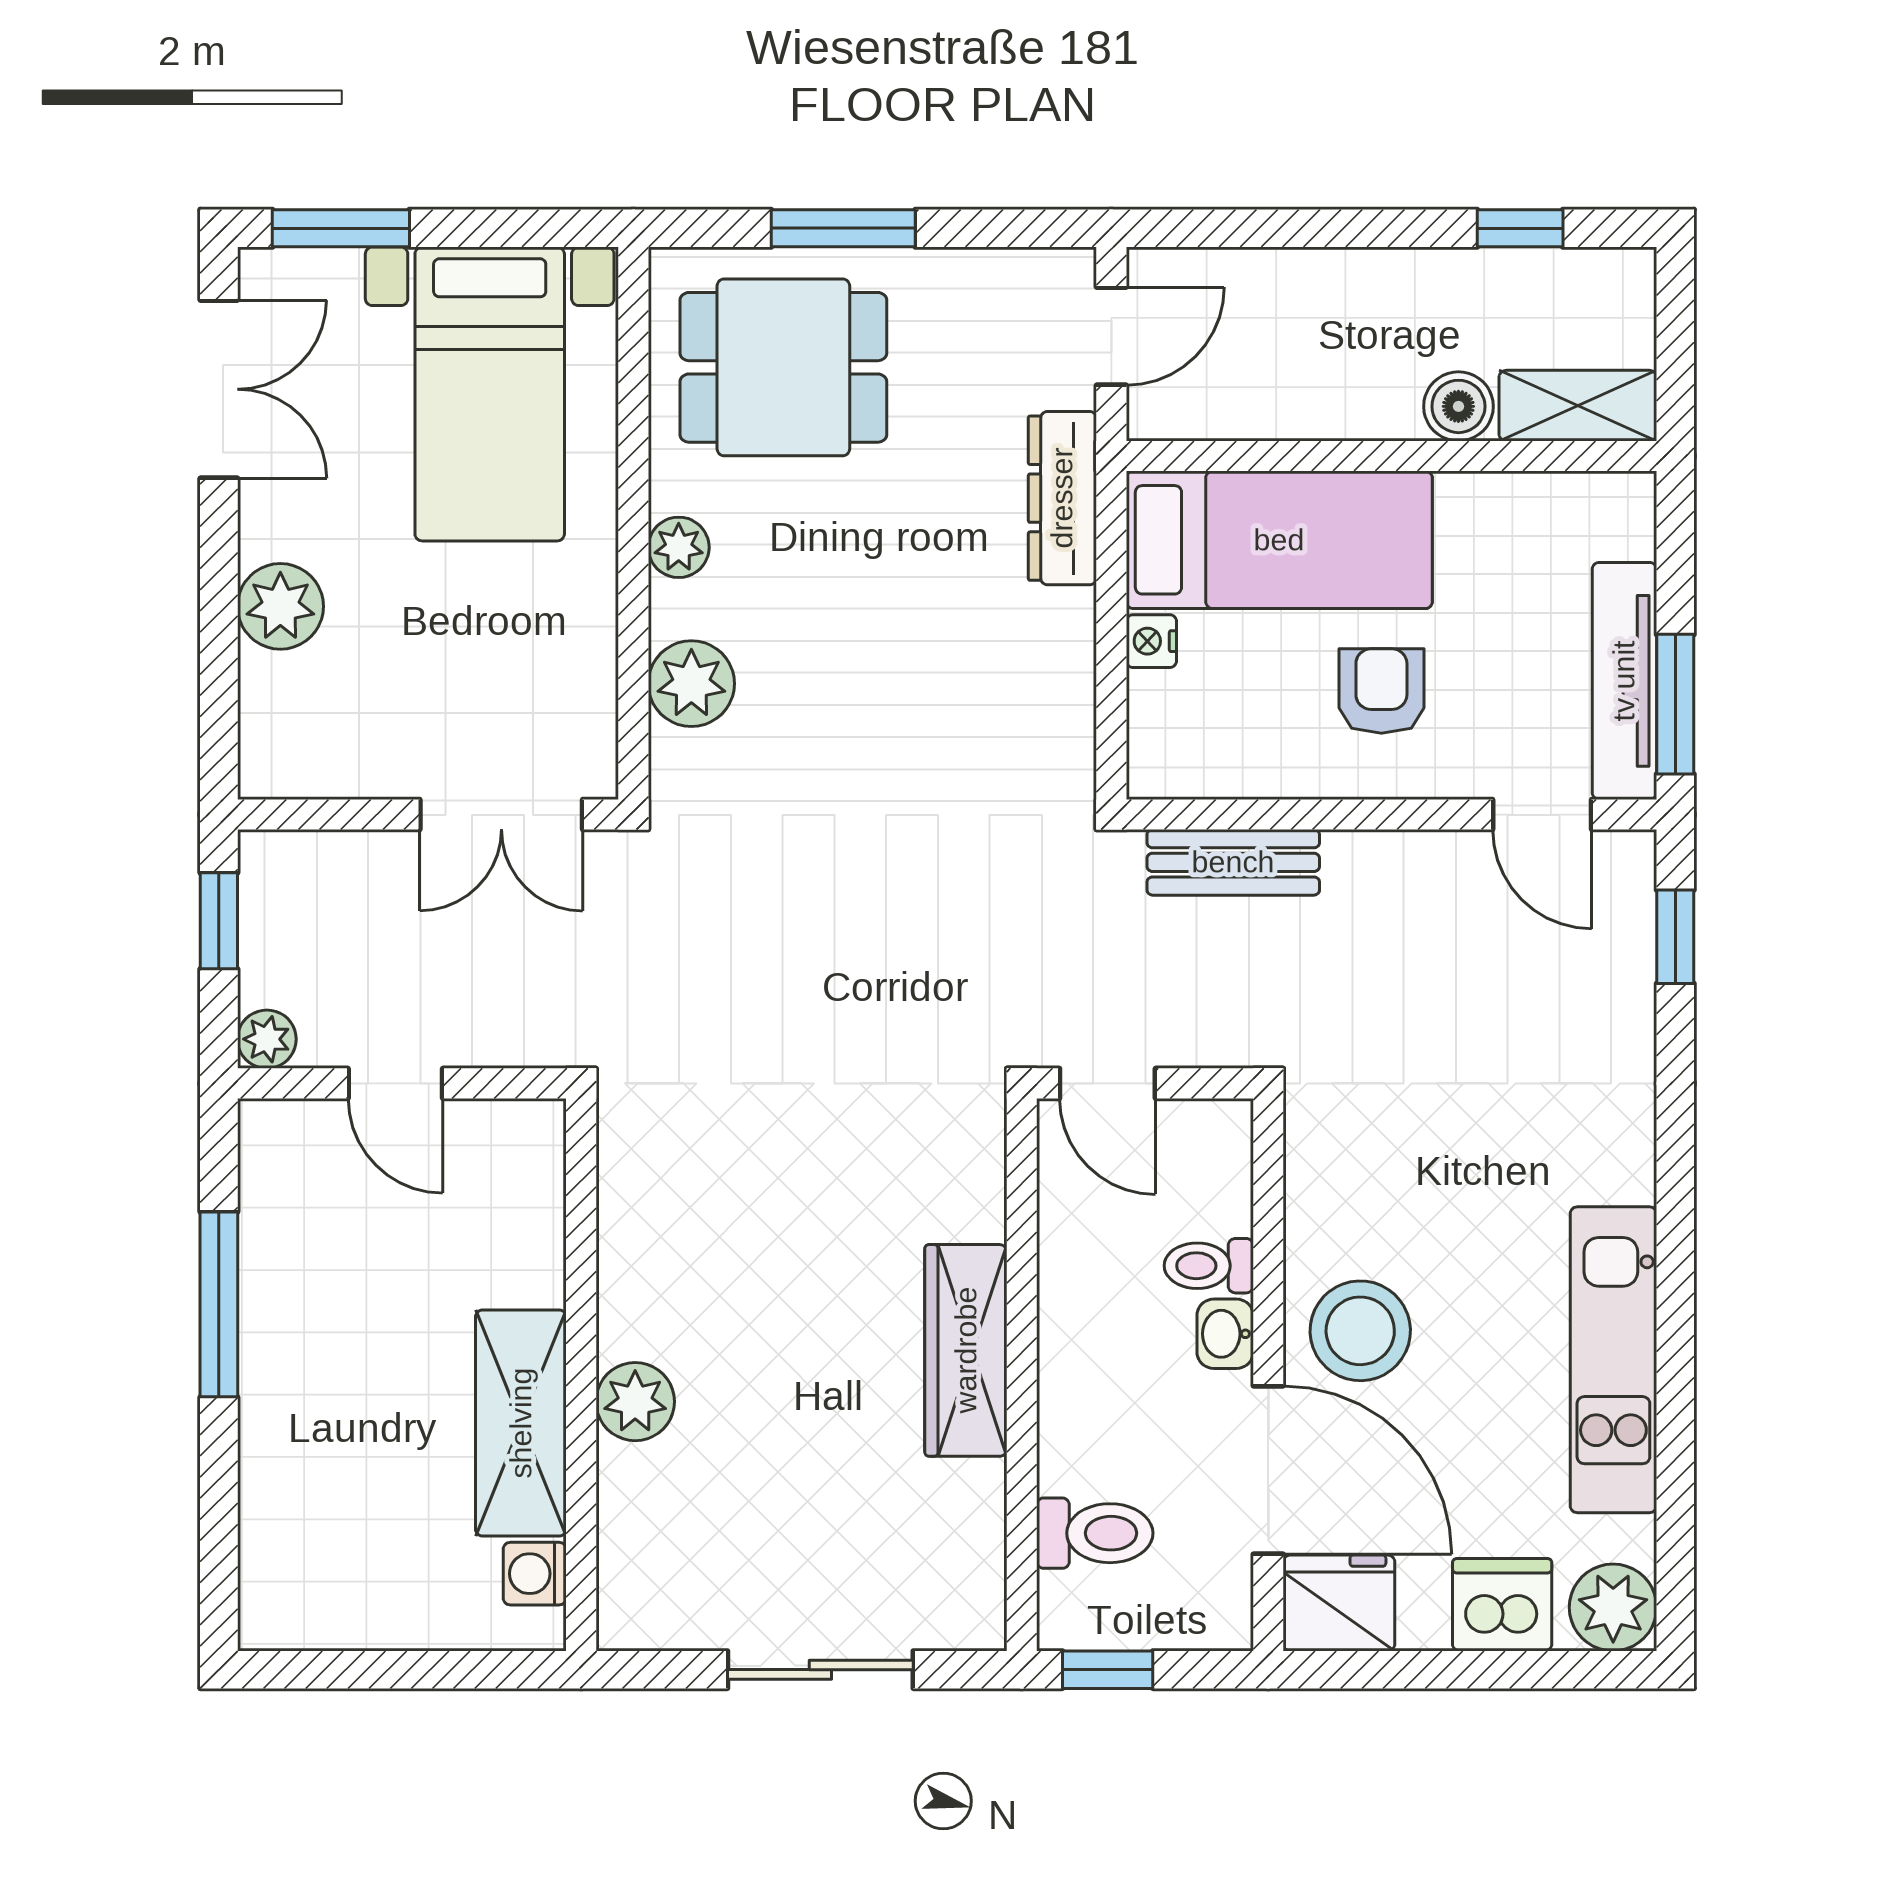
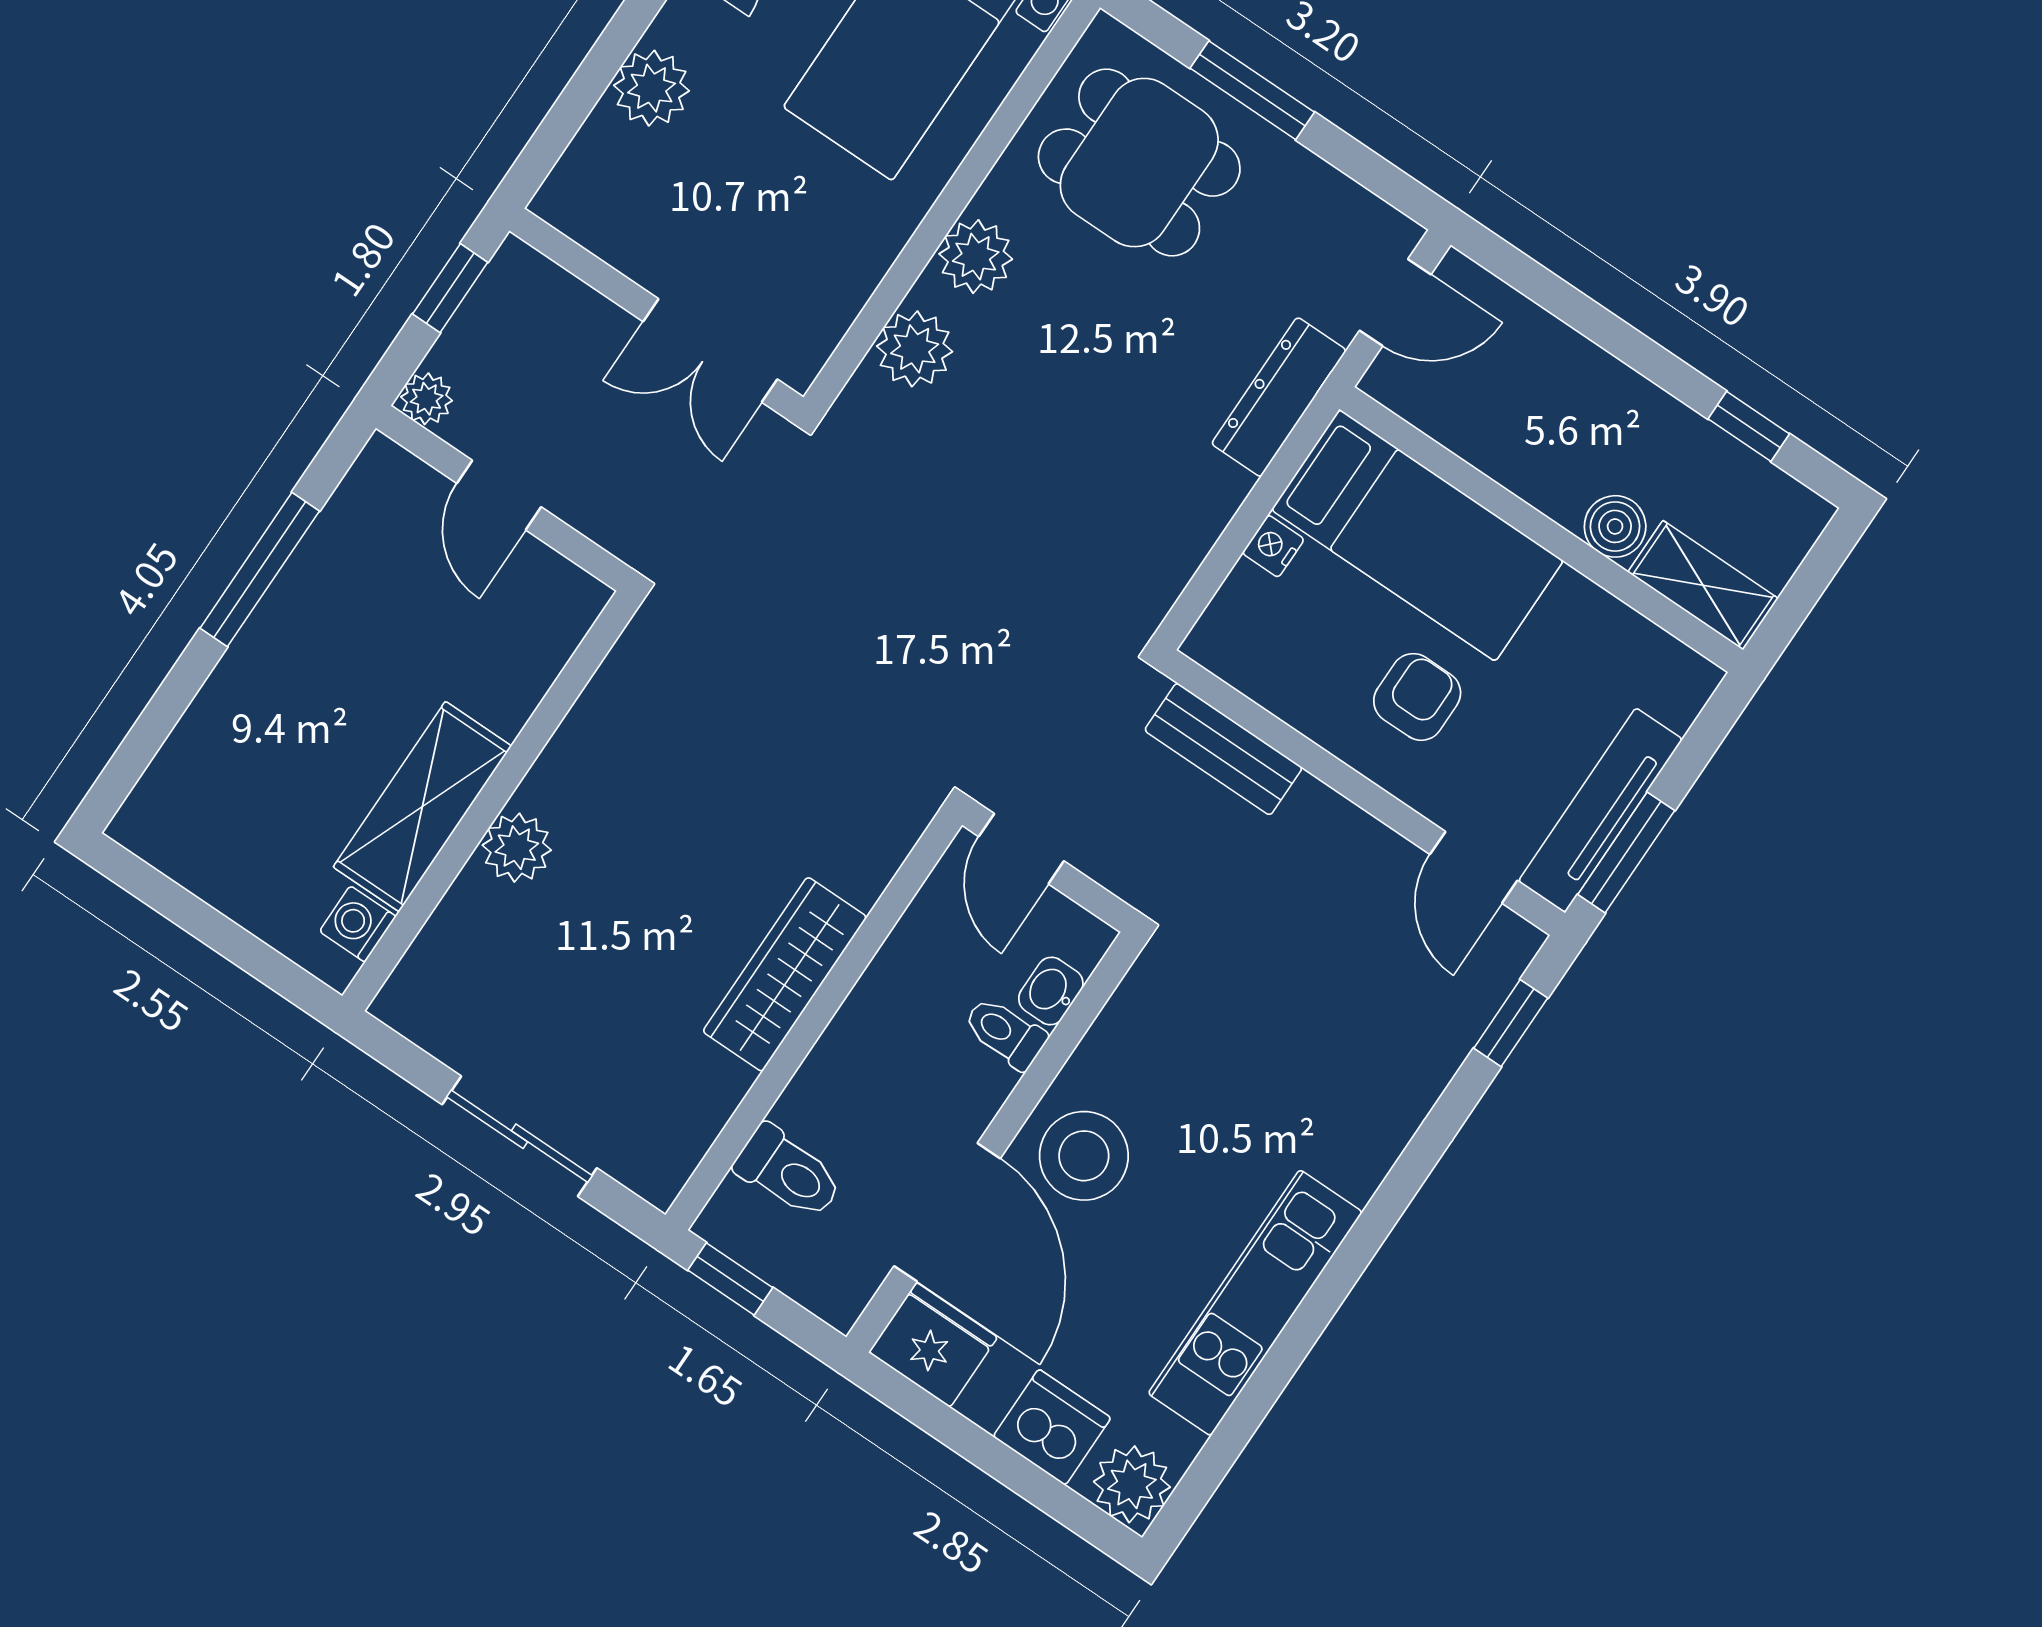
plant: (679, 547) -> (976, 257), width x1.38, depth x1.38
washbasin: (1225, 1334) -> (1051, 991), moved

